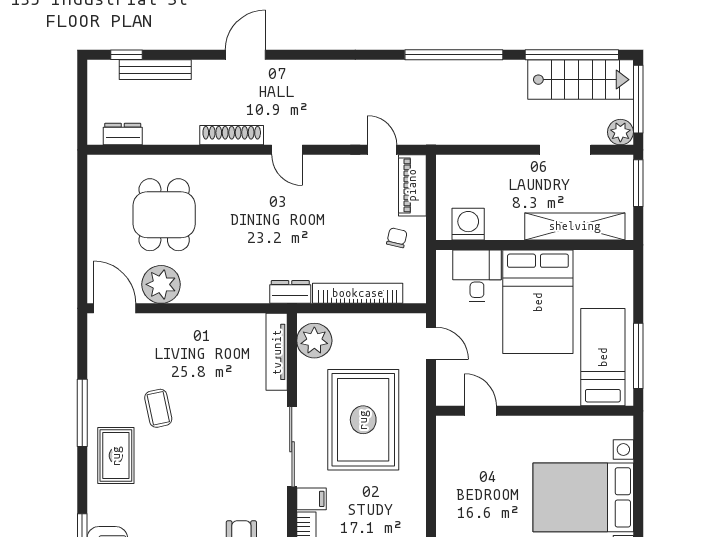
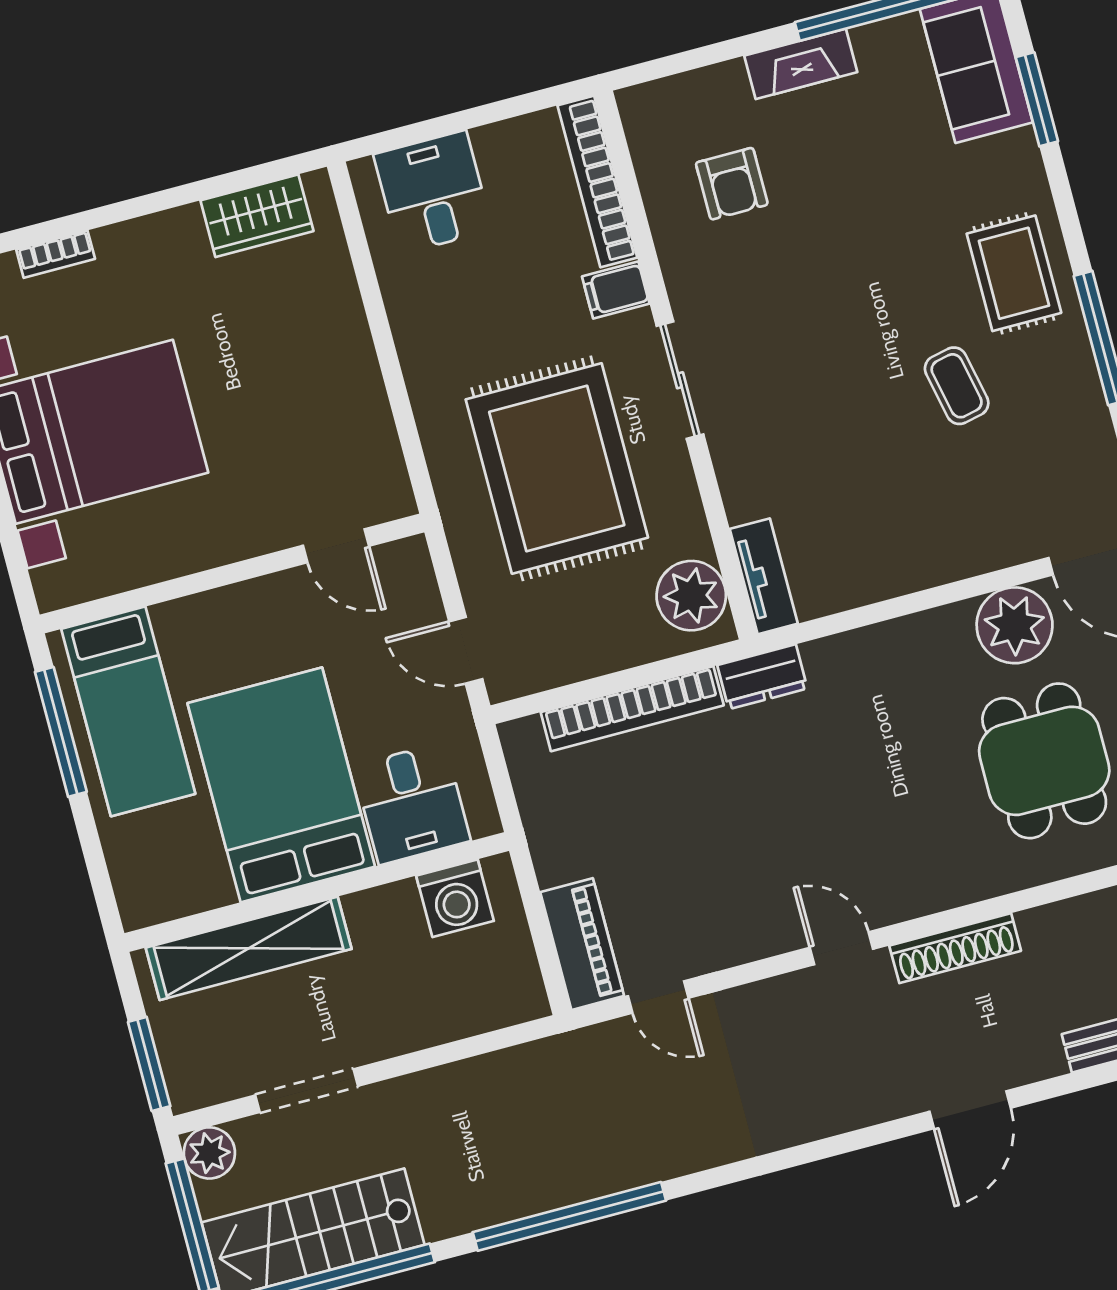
chair: (397, 238) -> (585, 836), removed
tv unit: (277, 352) -> (764, 576), width x0.71
sliding door: (292, 447) -> (680, 380), width x0.73

